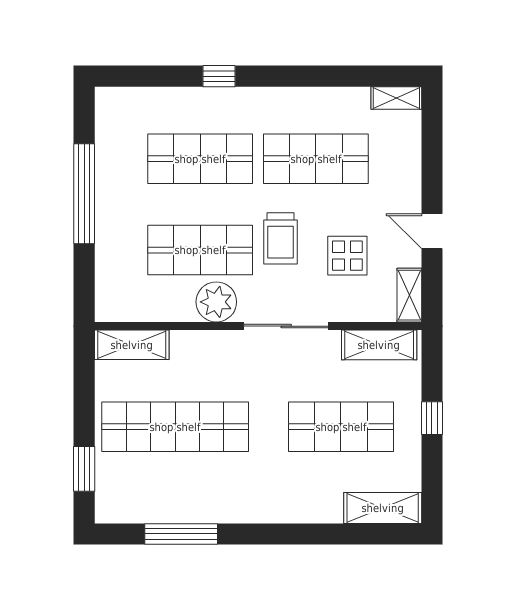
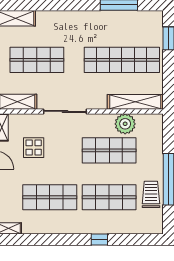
trolley: (281, 238) -> (151, 194), moved
plant: (216, 302) -> (125, 124), moved
shelving: (132, 345) -> (135, 102), width x1.47

